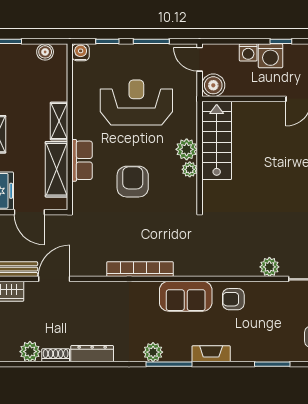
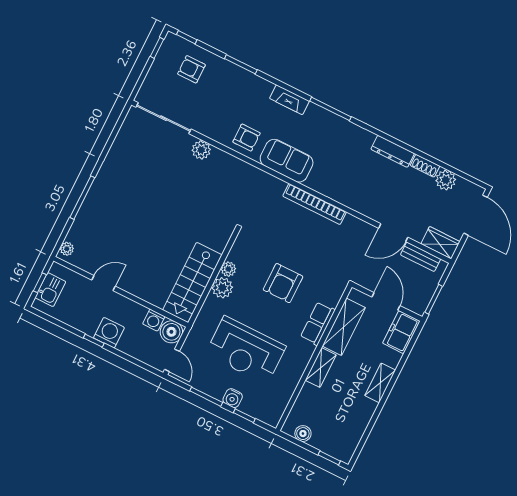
water cooler: (81, 52) -> (233, 398), moved
washing machine: (248, 52) -> (154, 320), moved, turned 180
plant: (153, 352) -> (339, 126), removed

